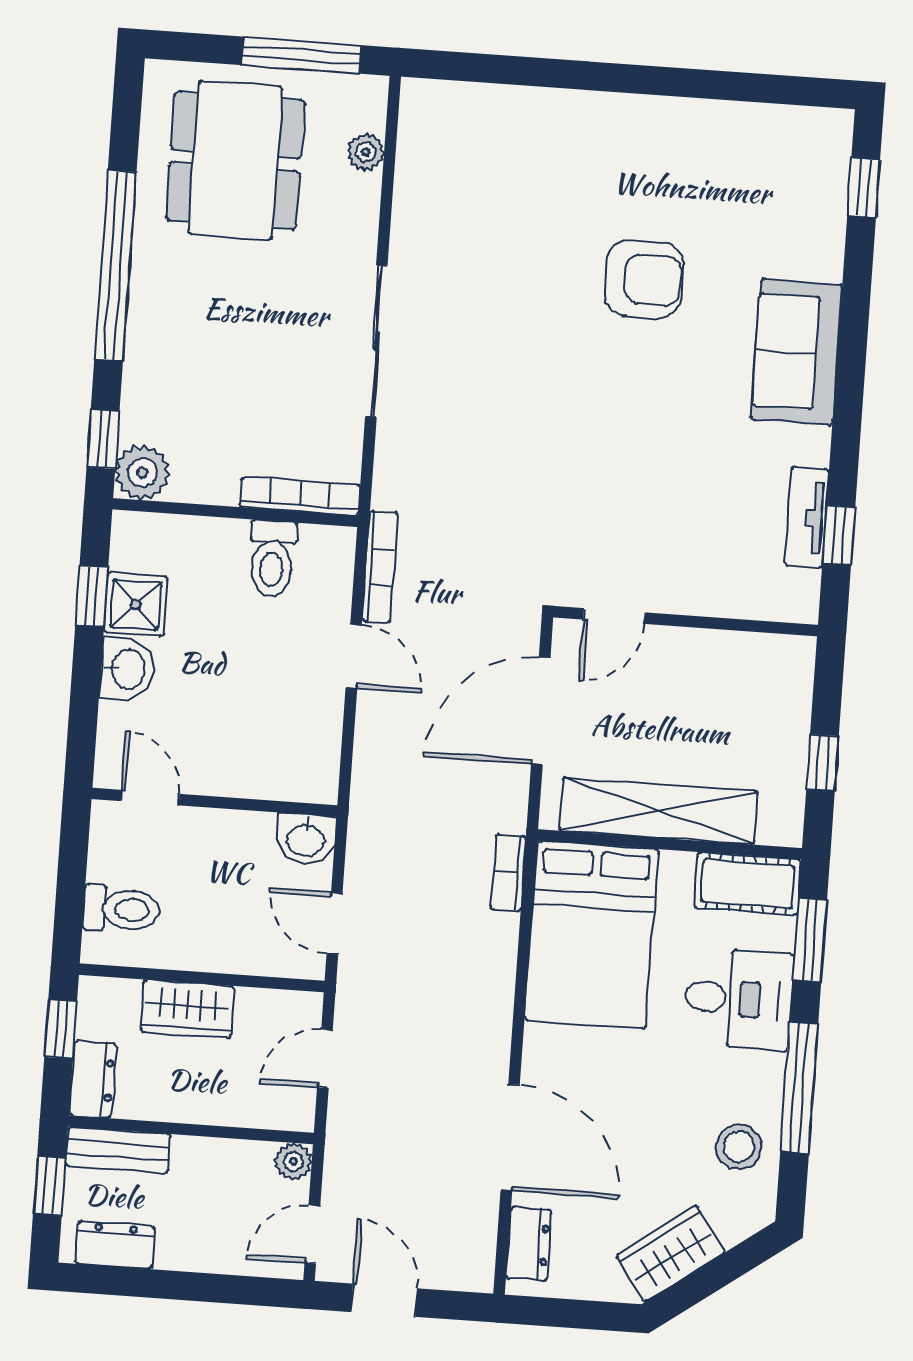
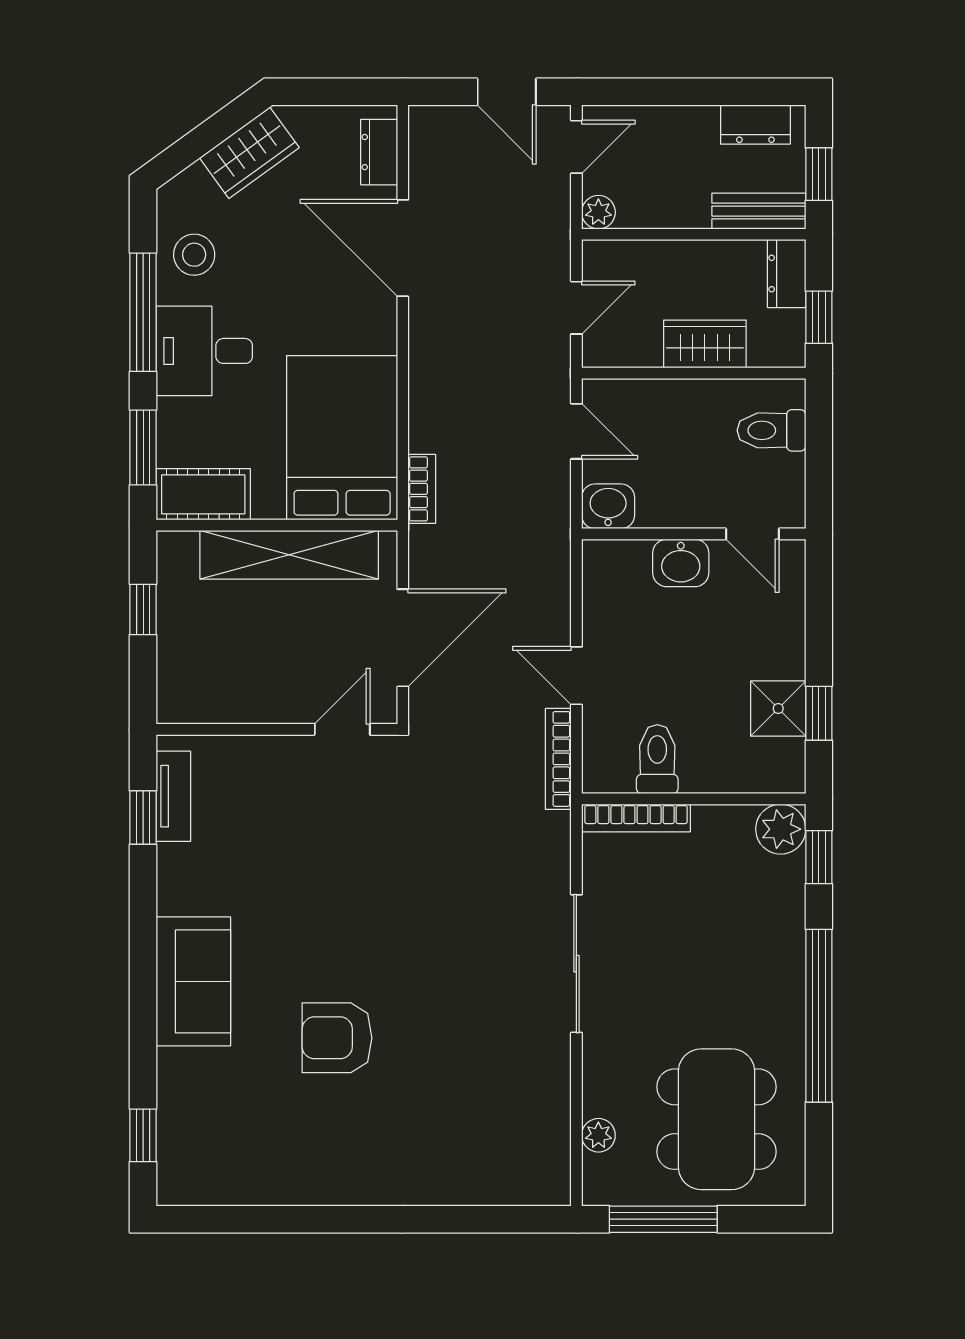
tv unit: (807, 517) -> (173, 796), moved
washbasin: (127, 669) -> (681, 563), moved, turned -90
desk: (738, 999) -> (204, 351), moved

